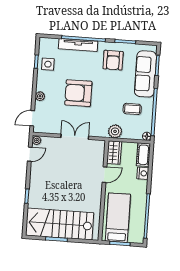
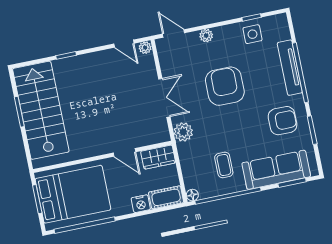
armchair: (113, 60) -> (283, 121), turned 180
plant: (115, 131) -> (183, 132), moved
bed: (118, 218) -> (73, 194), width x1.50

